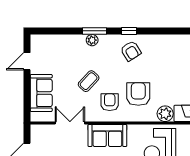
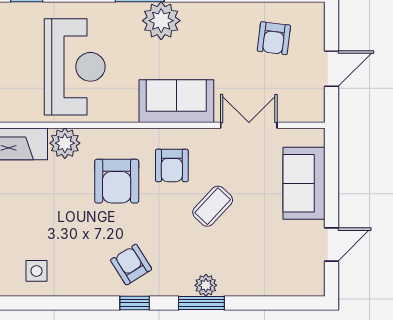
side table: (180, 48) -> (36, 271), added
double door: (70, 123) -> (249, 125), swing flipped

